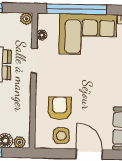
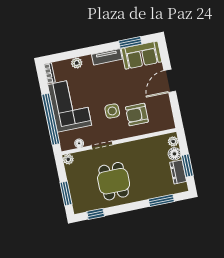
side table: (61, 136) -> (112, 111), moved

